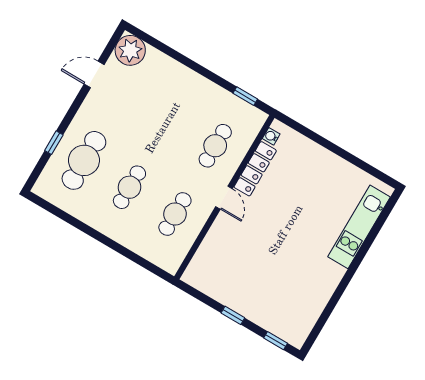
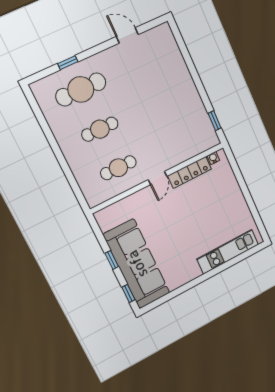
plant: (130, 50) -> (162, 37), removed
cafe table: (215, 146) -> (174, 140), removed
sofa: (263, 303) -> (137, 264), added

